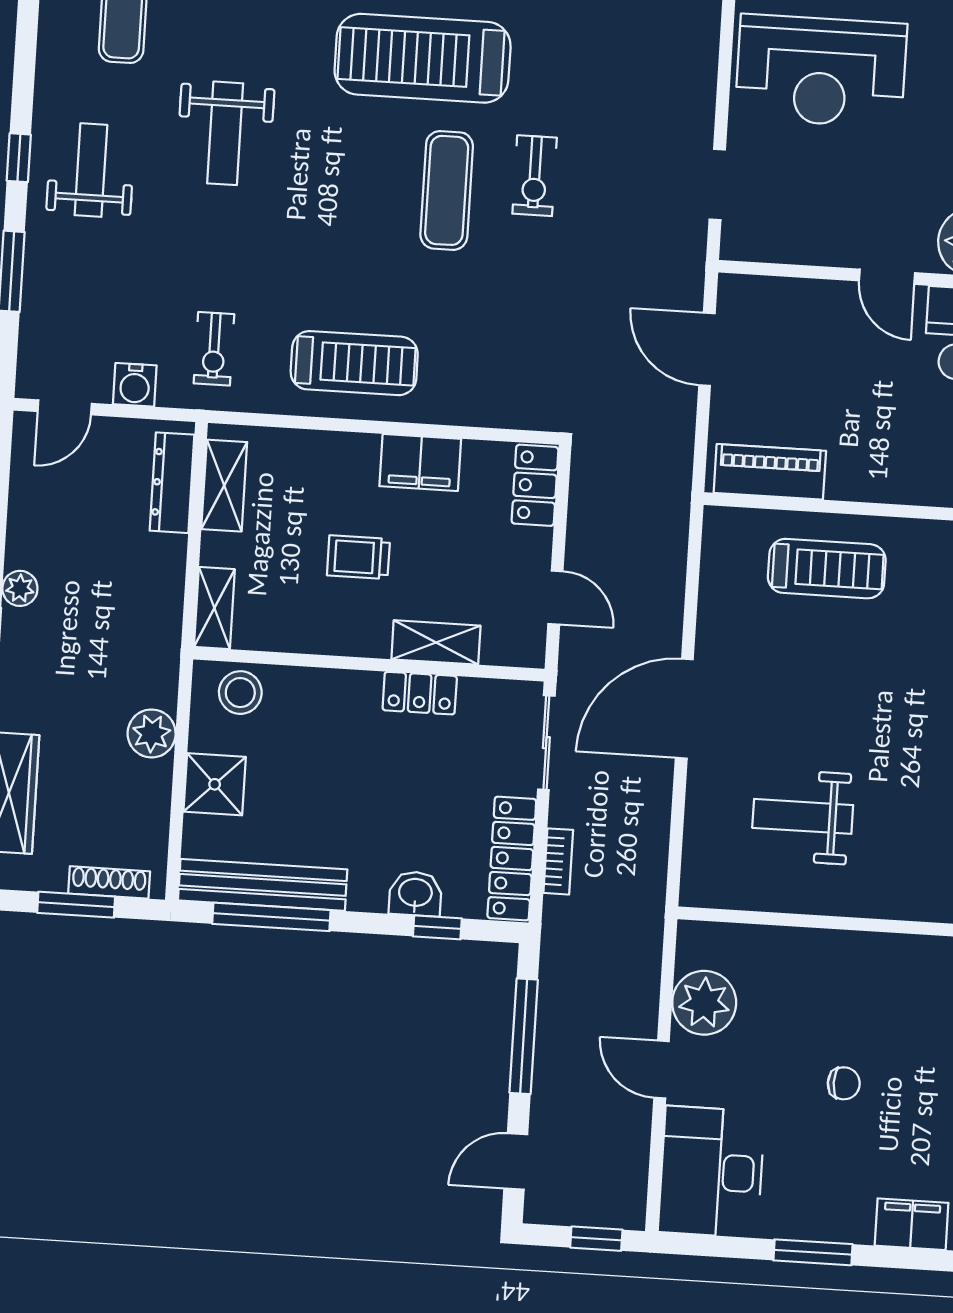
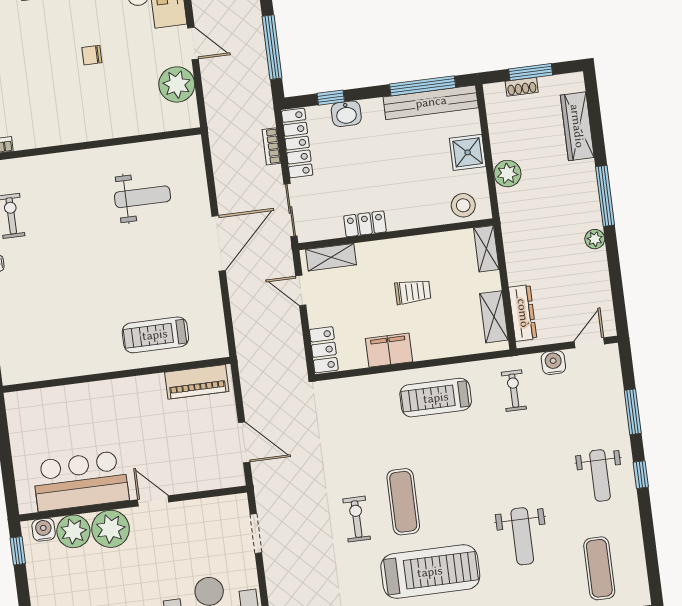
weight bench: (225, 133) -> (522, 536), moved, turned 180
shelving: (436, 642) -> (331, 257), moved
shoe rack: (109, 882) -> (522, 87), width x0.70

